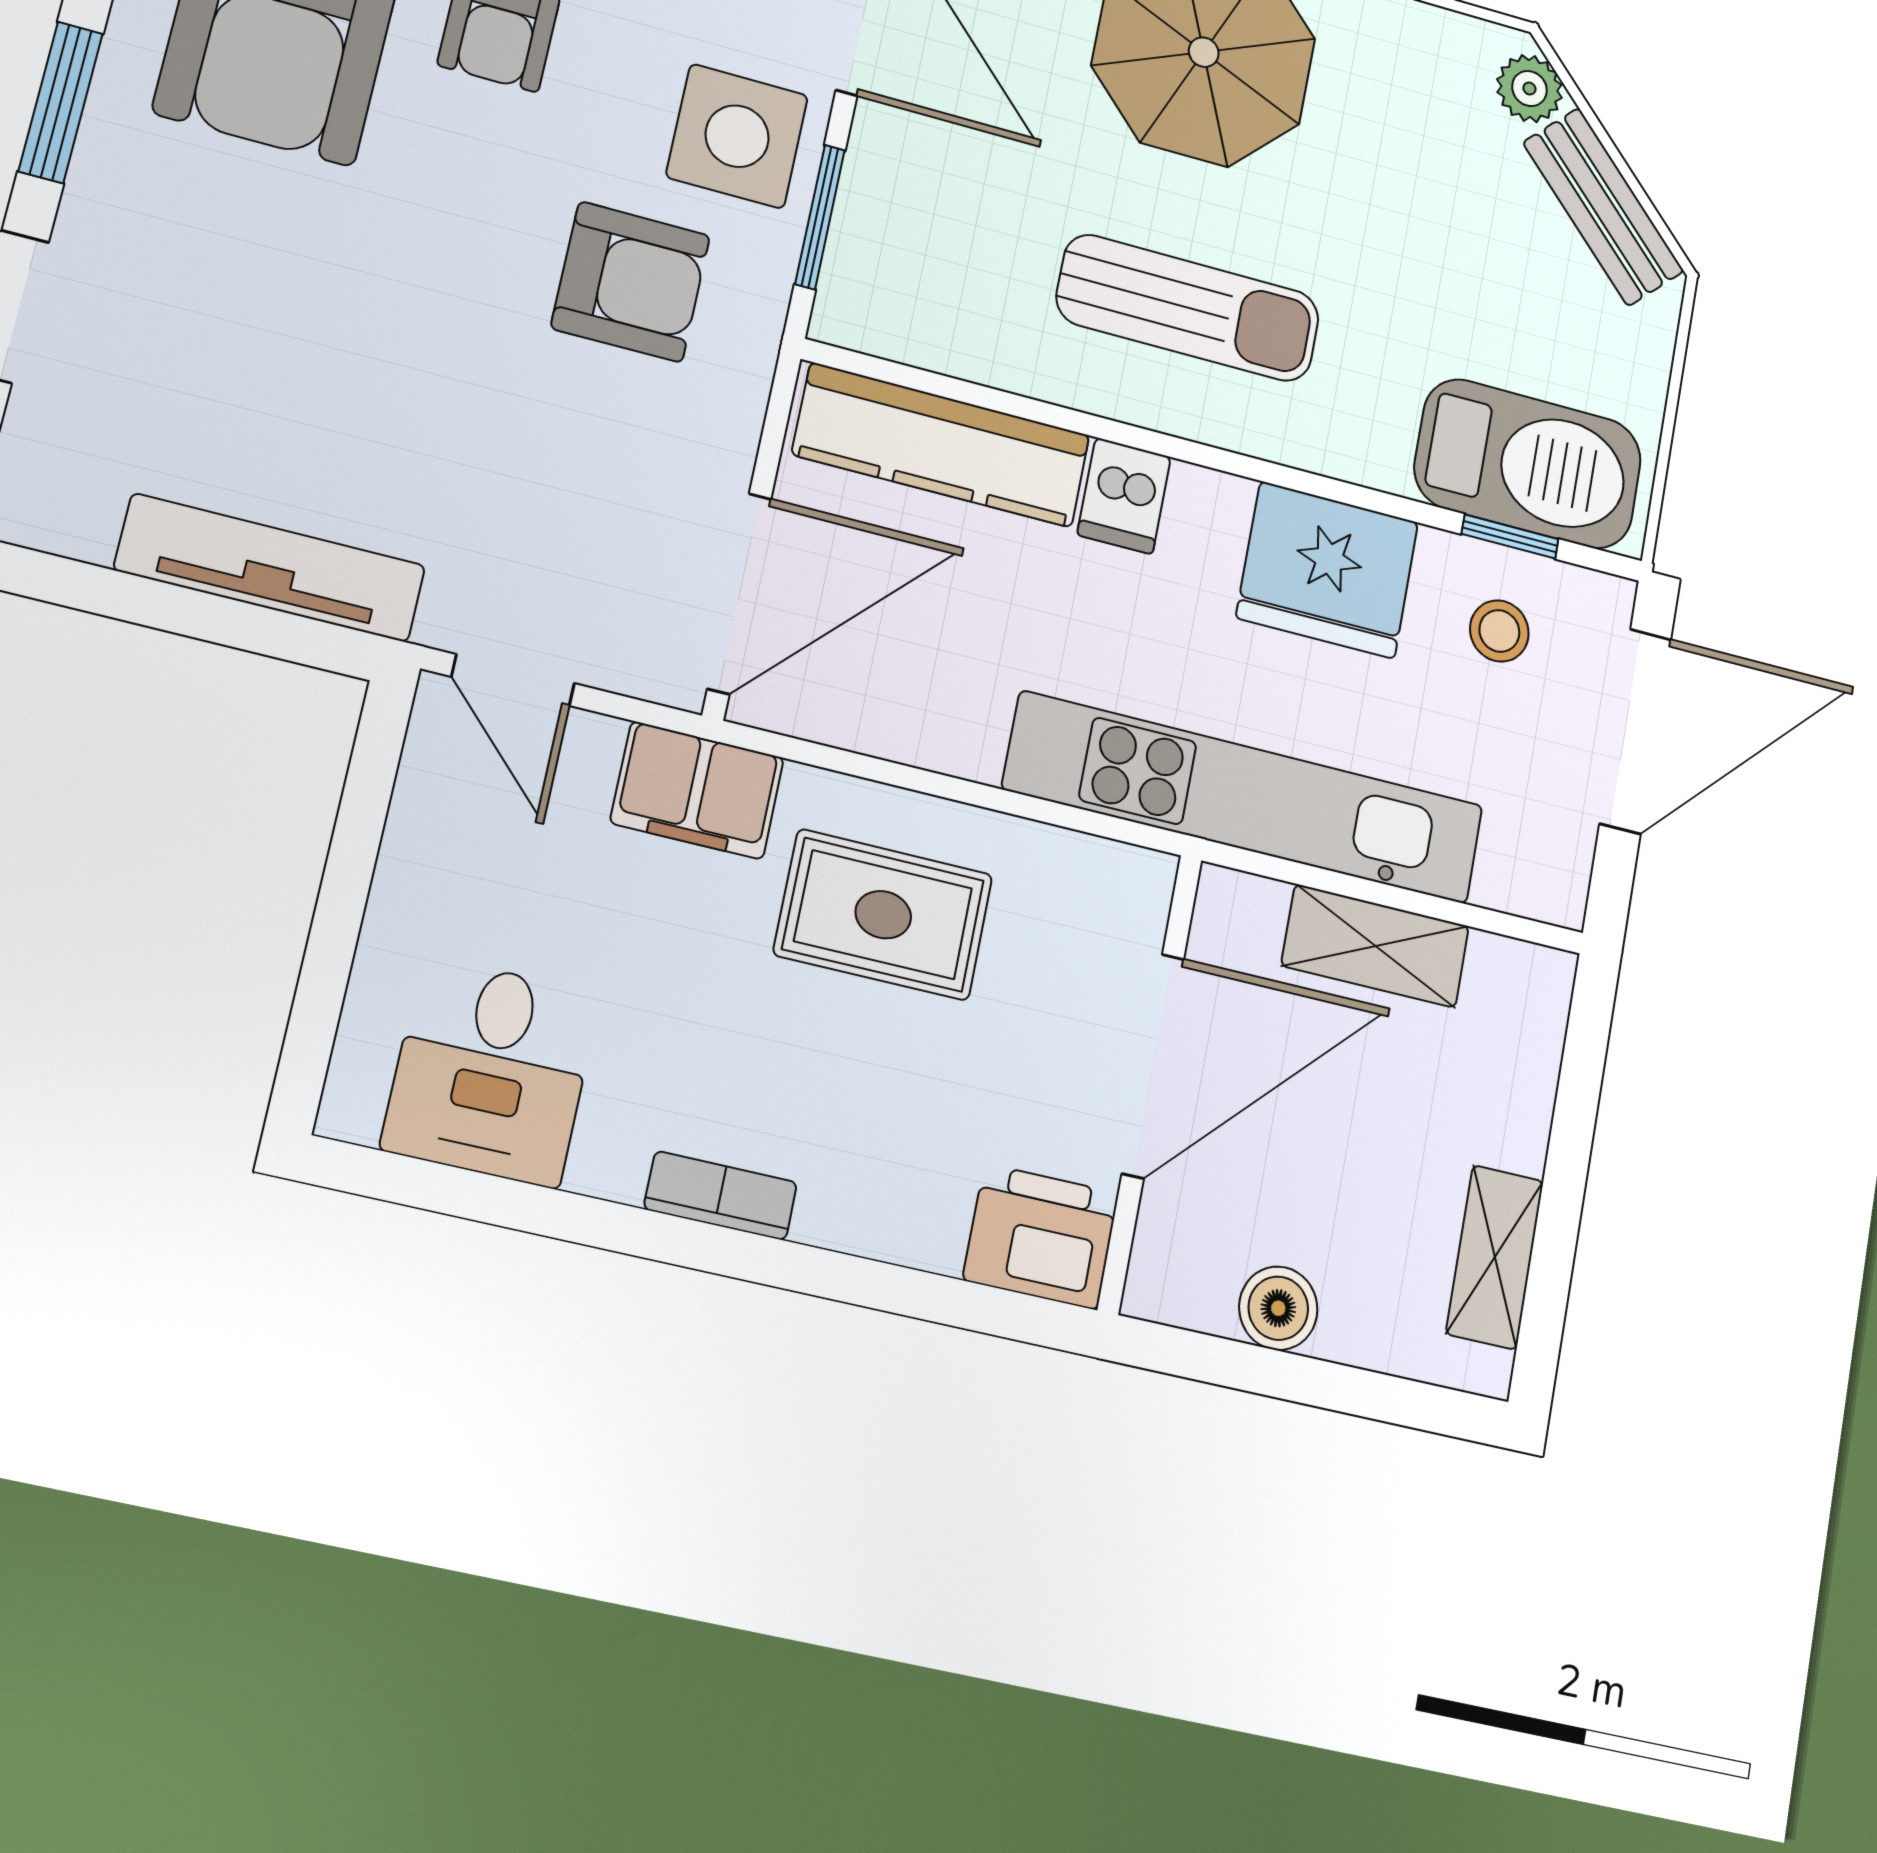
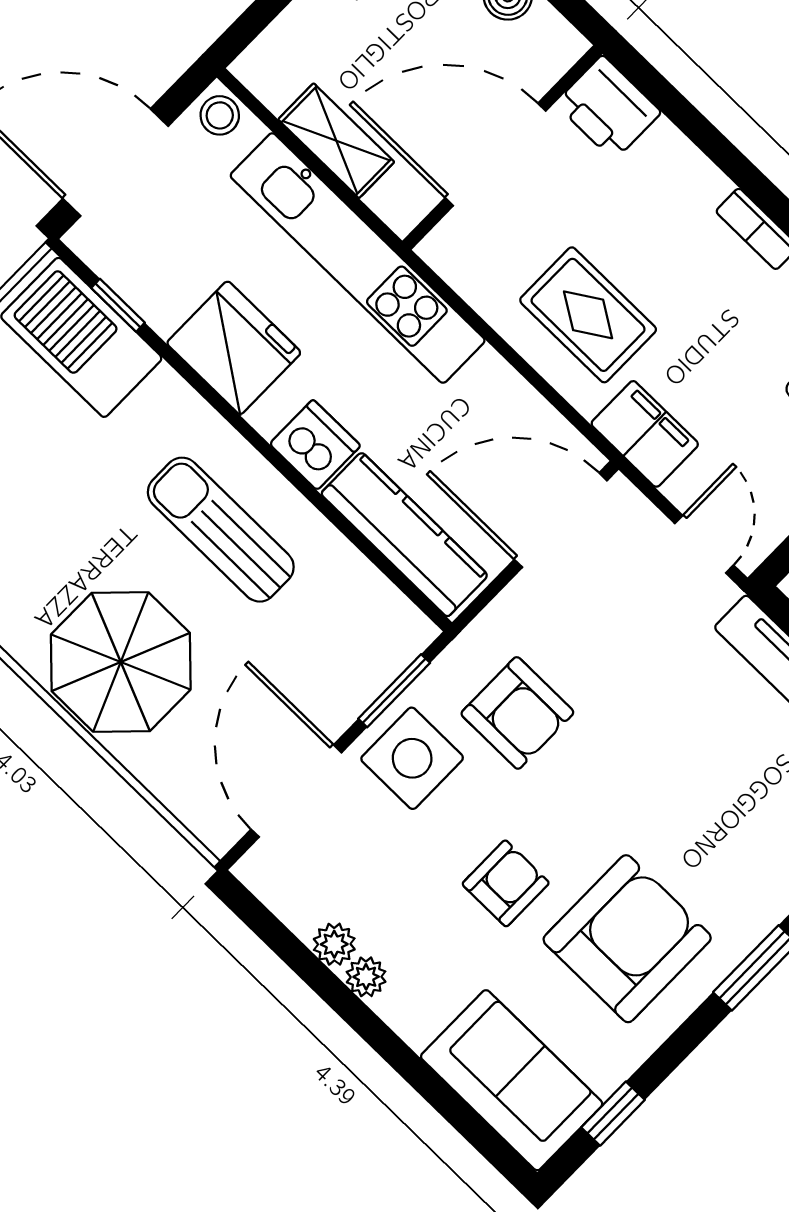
armchair: (631, 282) -> (517, 713), turned 180
dishwasher: (1124, 496) -> (315, 445), width x1.38
stool: (1499, 631) -> (220, 115), moved

